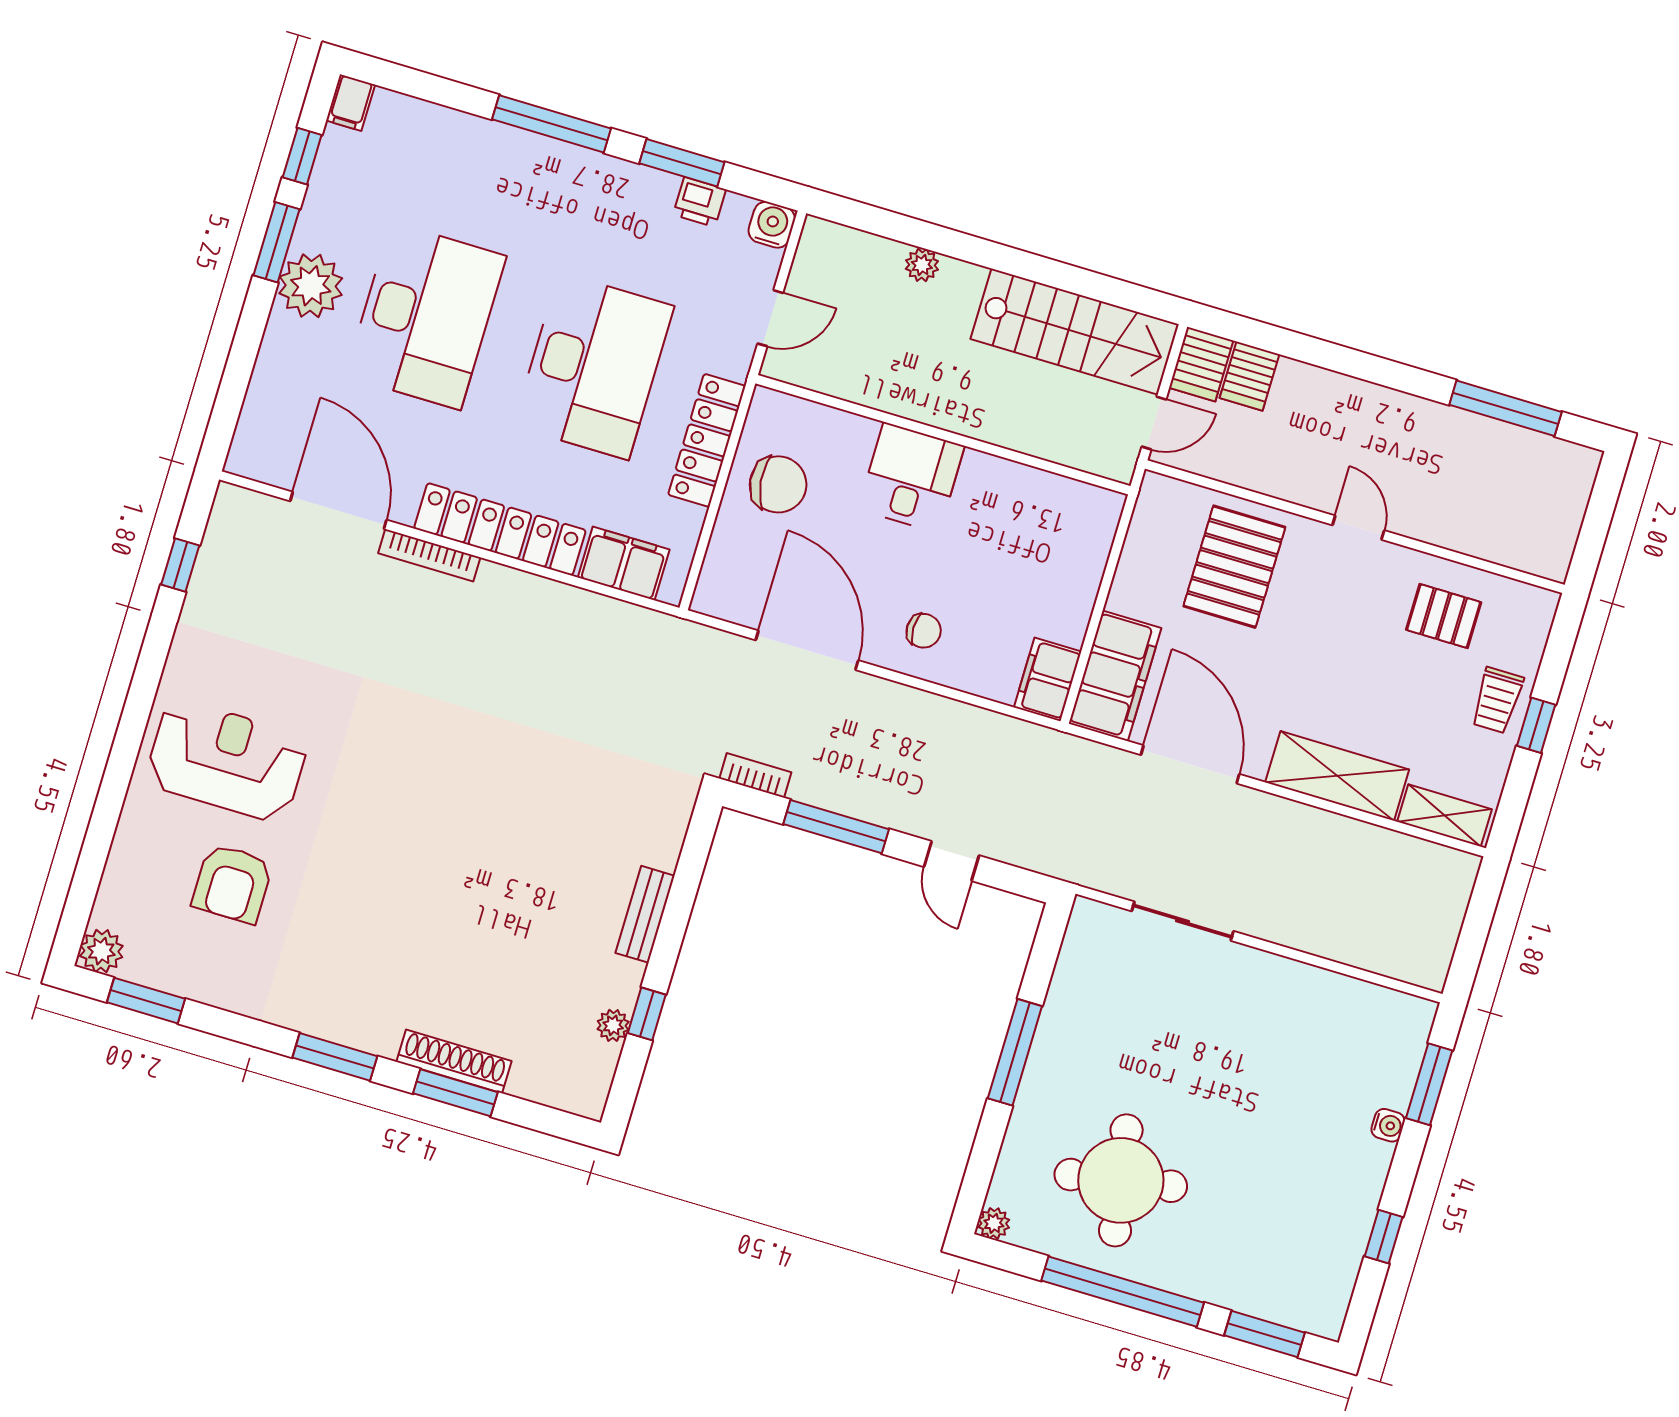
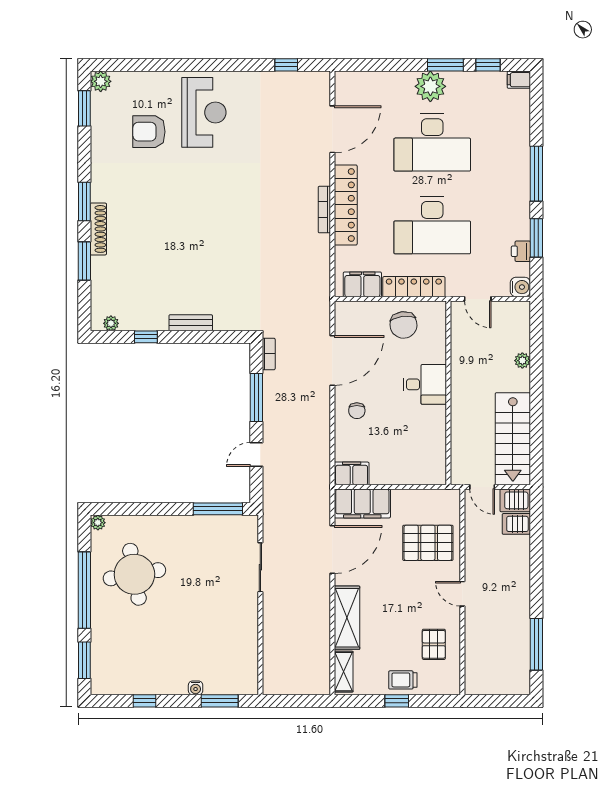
door: (1358, 528) -> (462, 594), swing flipped
bookcase: (429, 555) -> (324, 210), moved
filing cabinet: (624, 563) -> (362, 284), moved, turned -90
plant: (613, 1025) -> (111, 323), moved
window: (1015, 1052) -> (218, 509), moved
shoe rack: (454, 1061) -> (98, 229), moved

